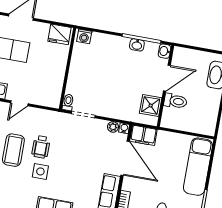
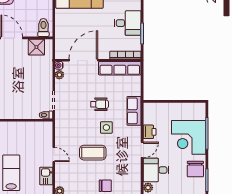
toilet: (175, 101) -> (43, 27), moved
filing cabinet: (143, 135) -> (62, 49), removed
wheelchair: (41, 147) -> (100, 104), moved

